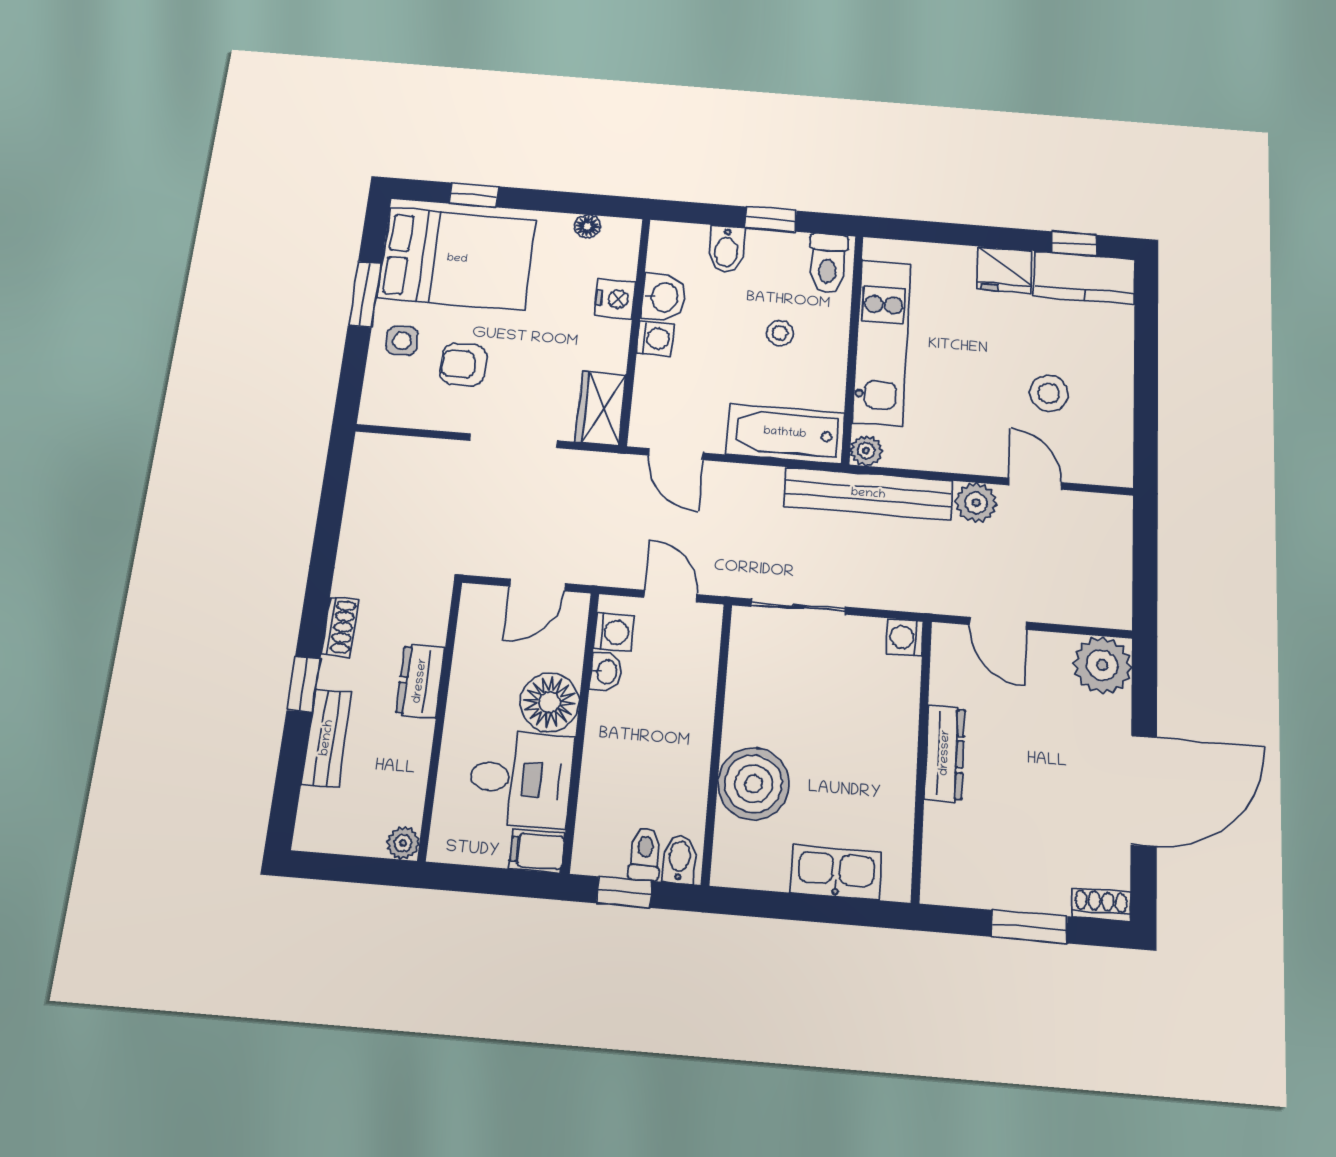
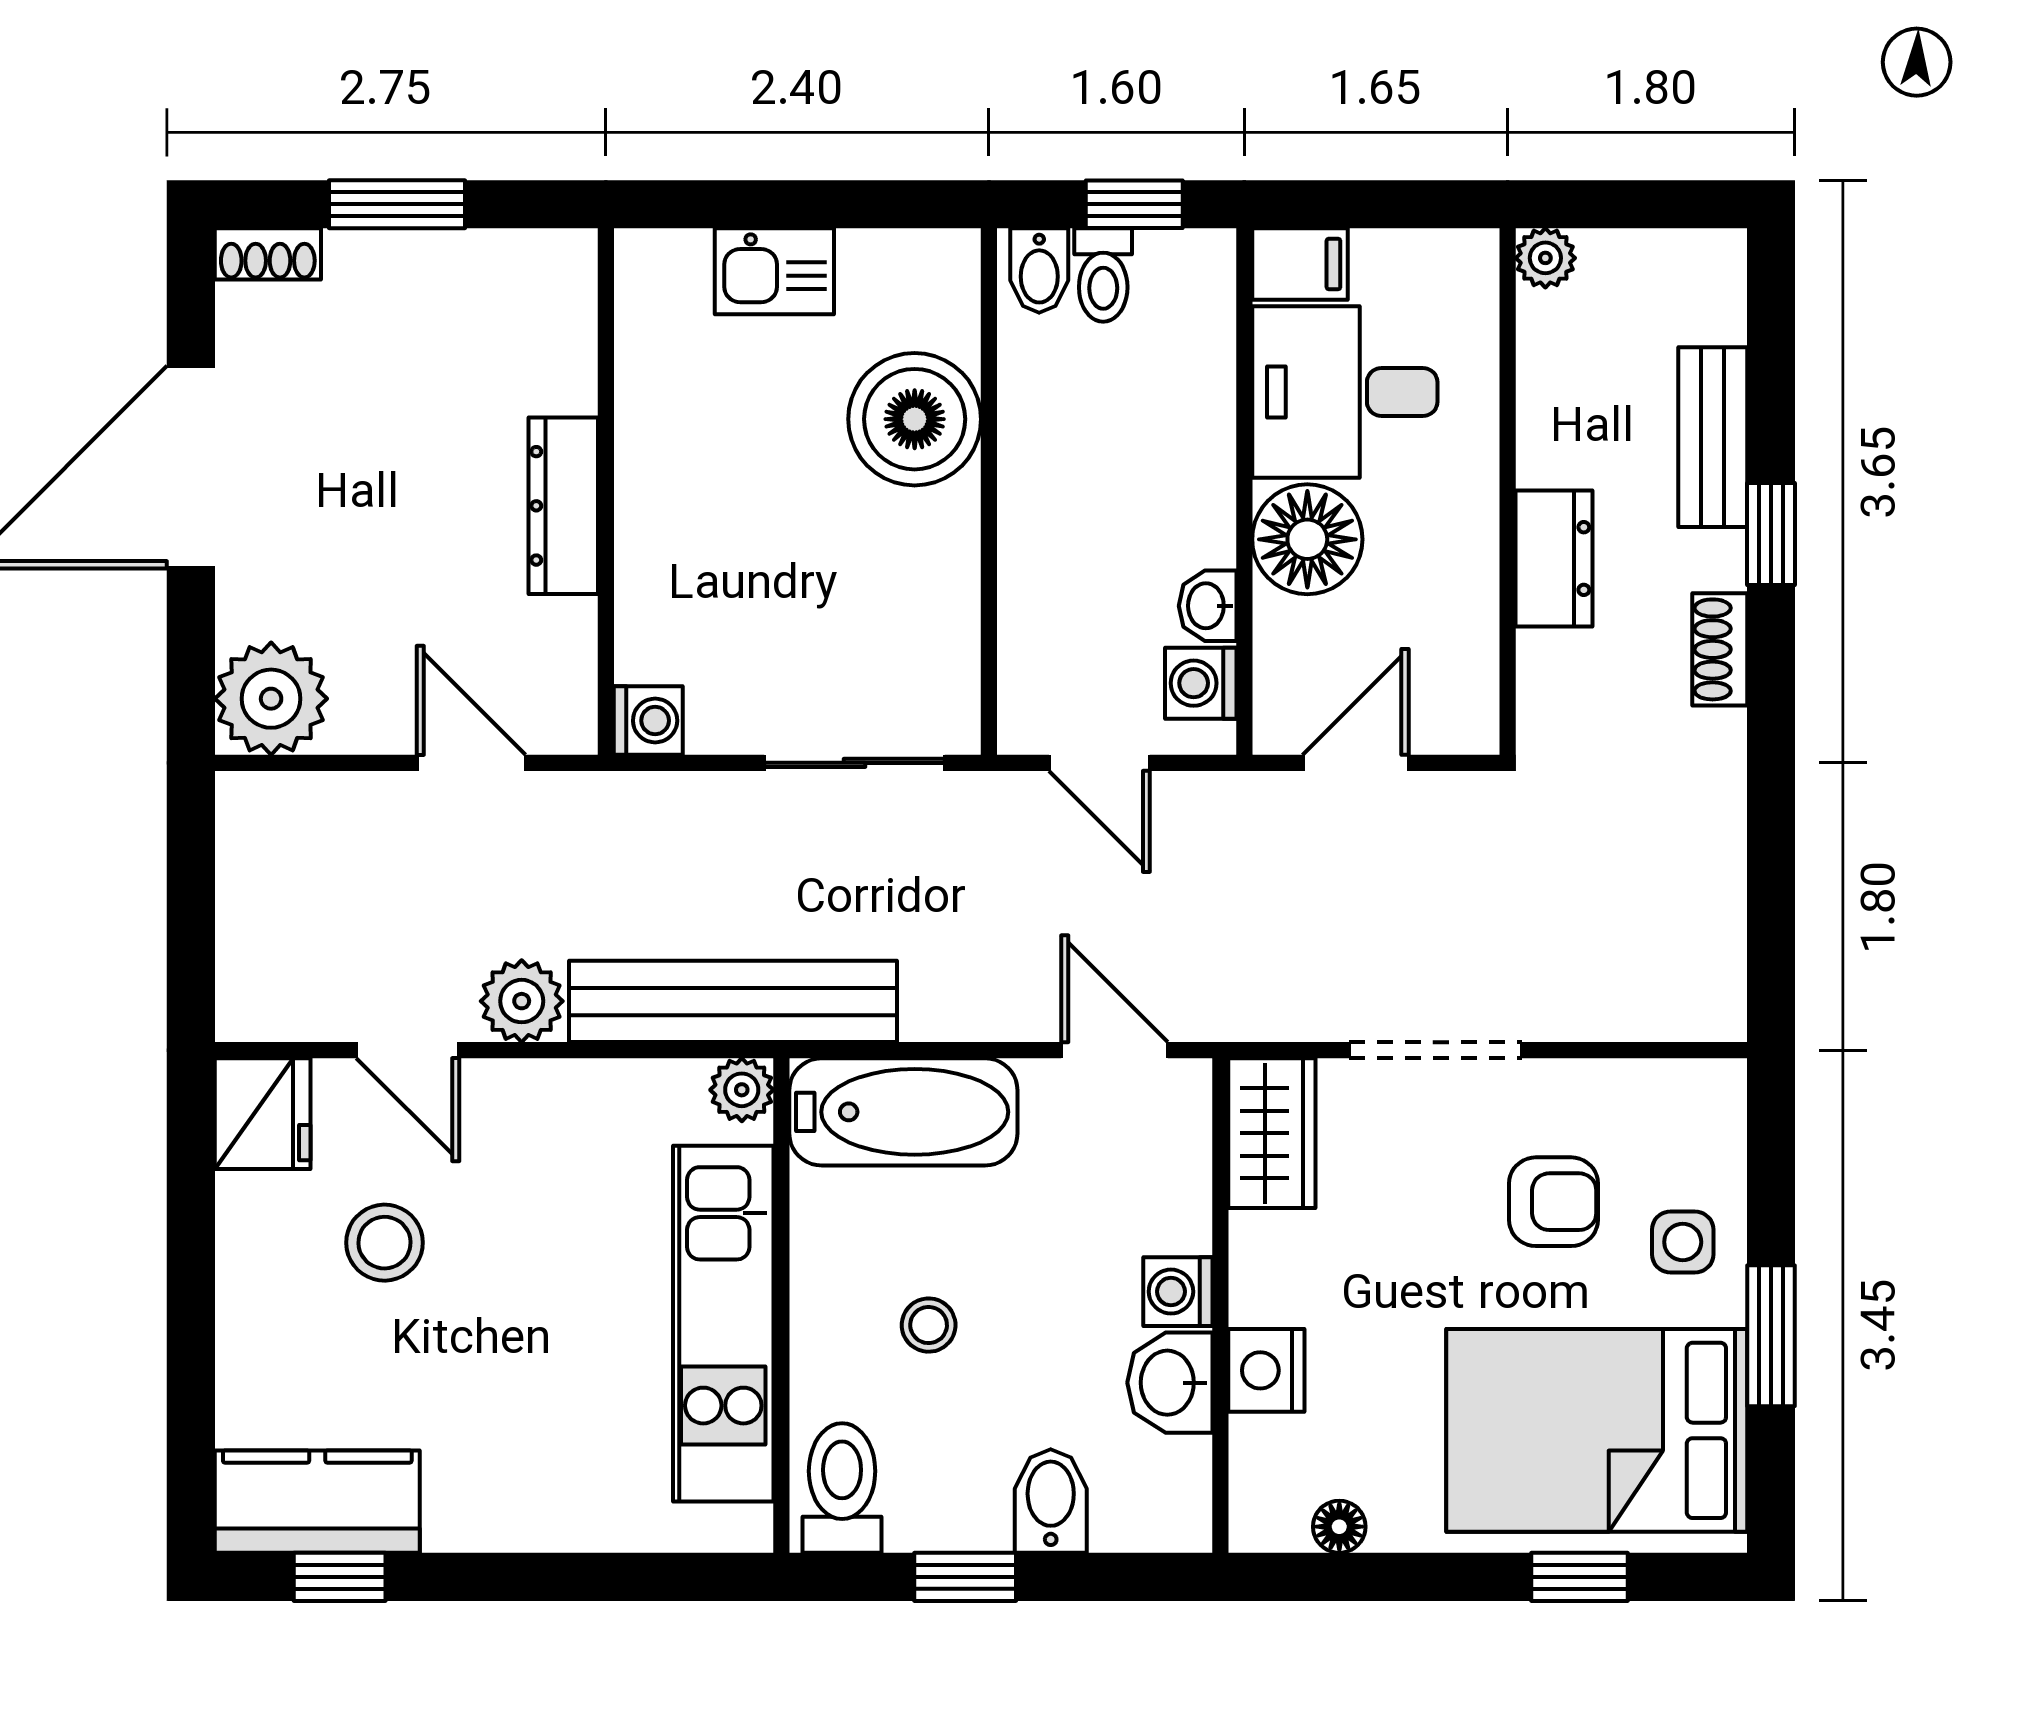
fridge: (1004, 270) -> (263, 1114), moved, turned 90
kitchen sink: (836, 872) -> (774, 271), width x0.73

